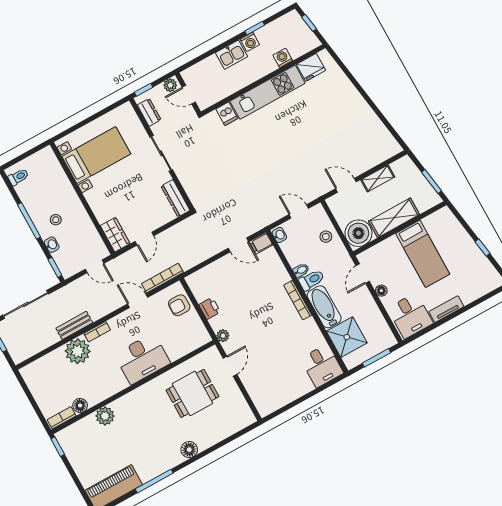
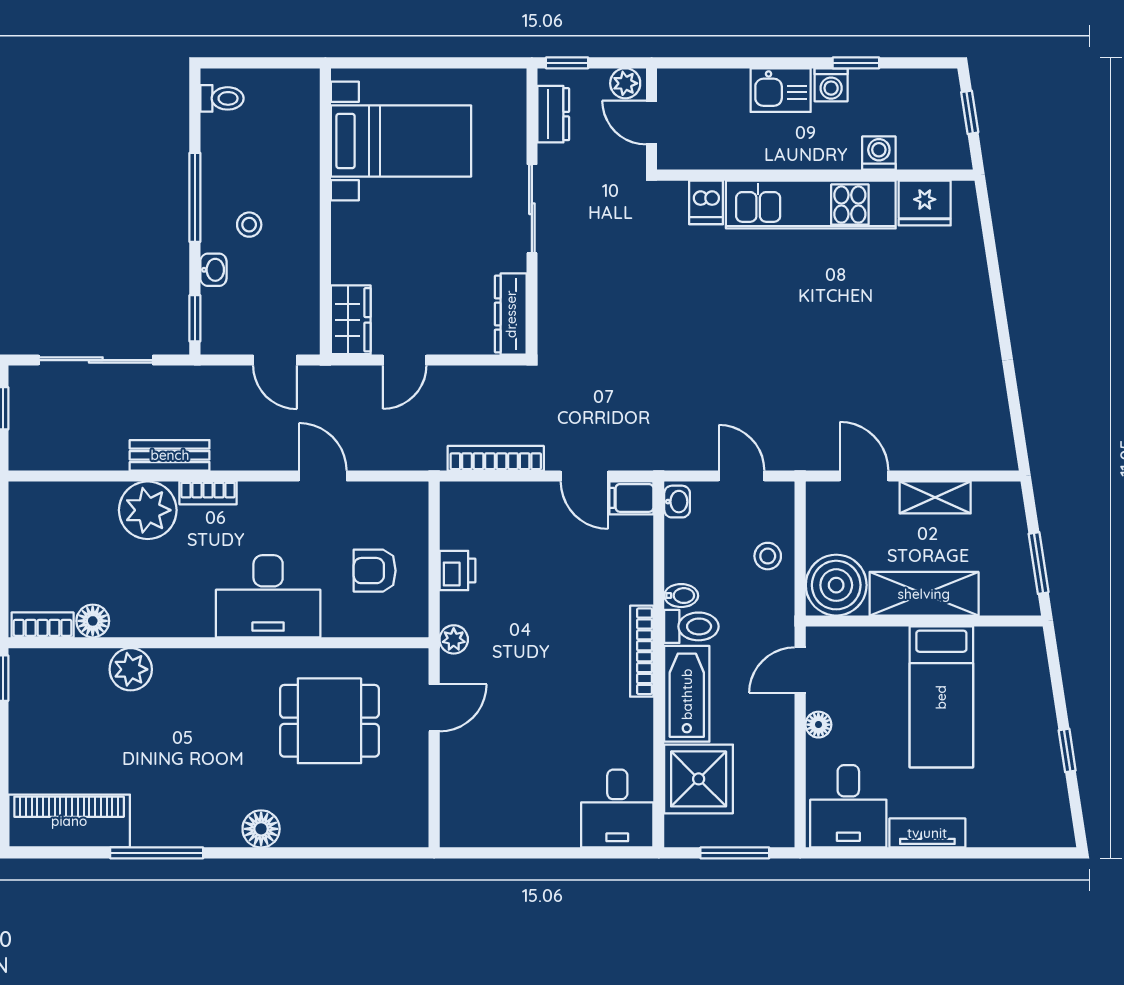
bookcase: (162, 278) -> (496, 458), moved
armchair: (179, 305) -> (375, 571), moved

